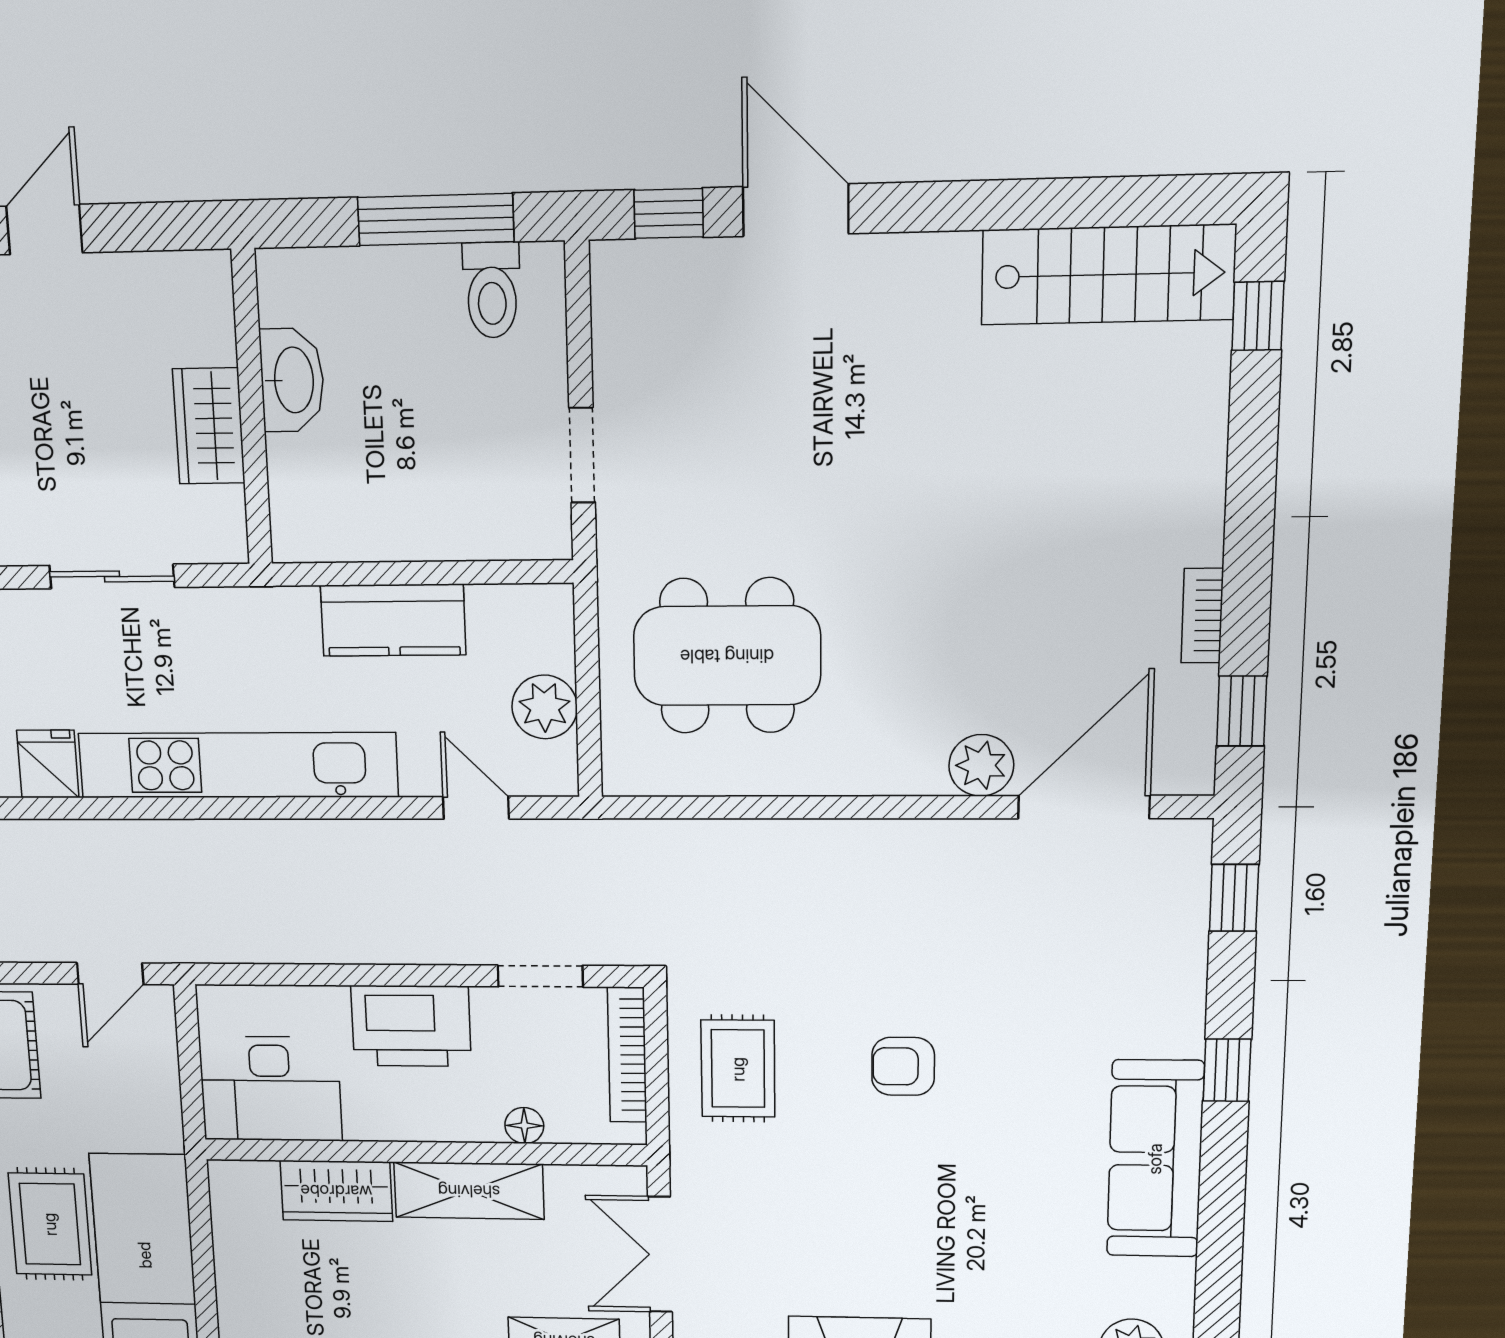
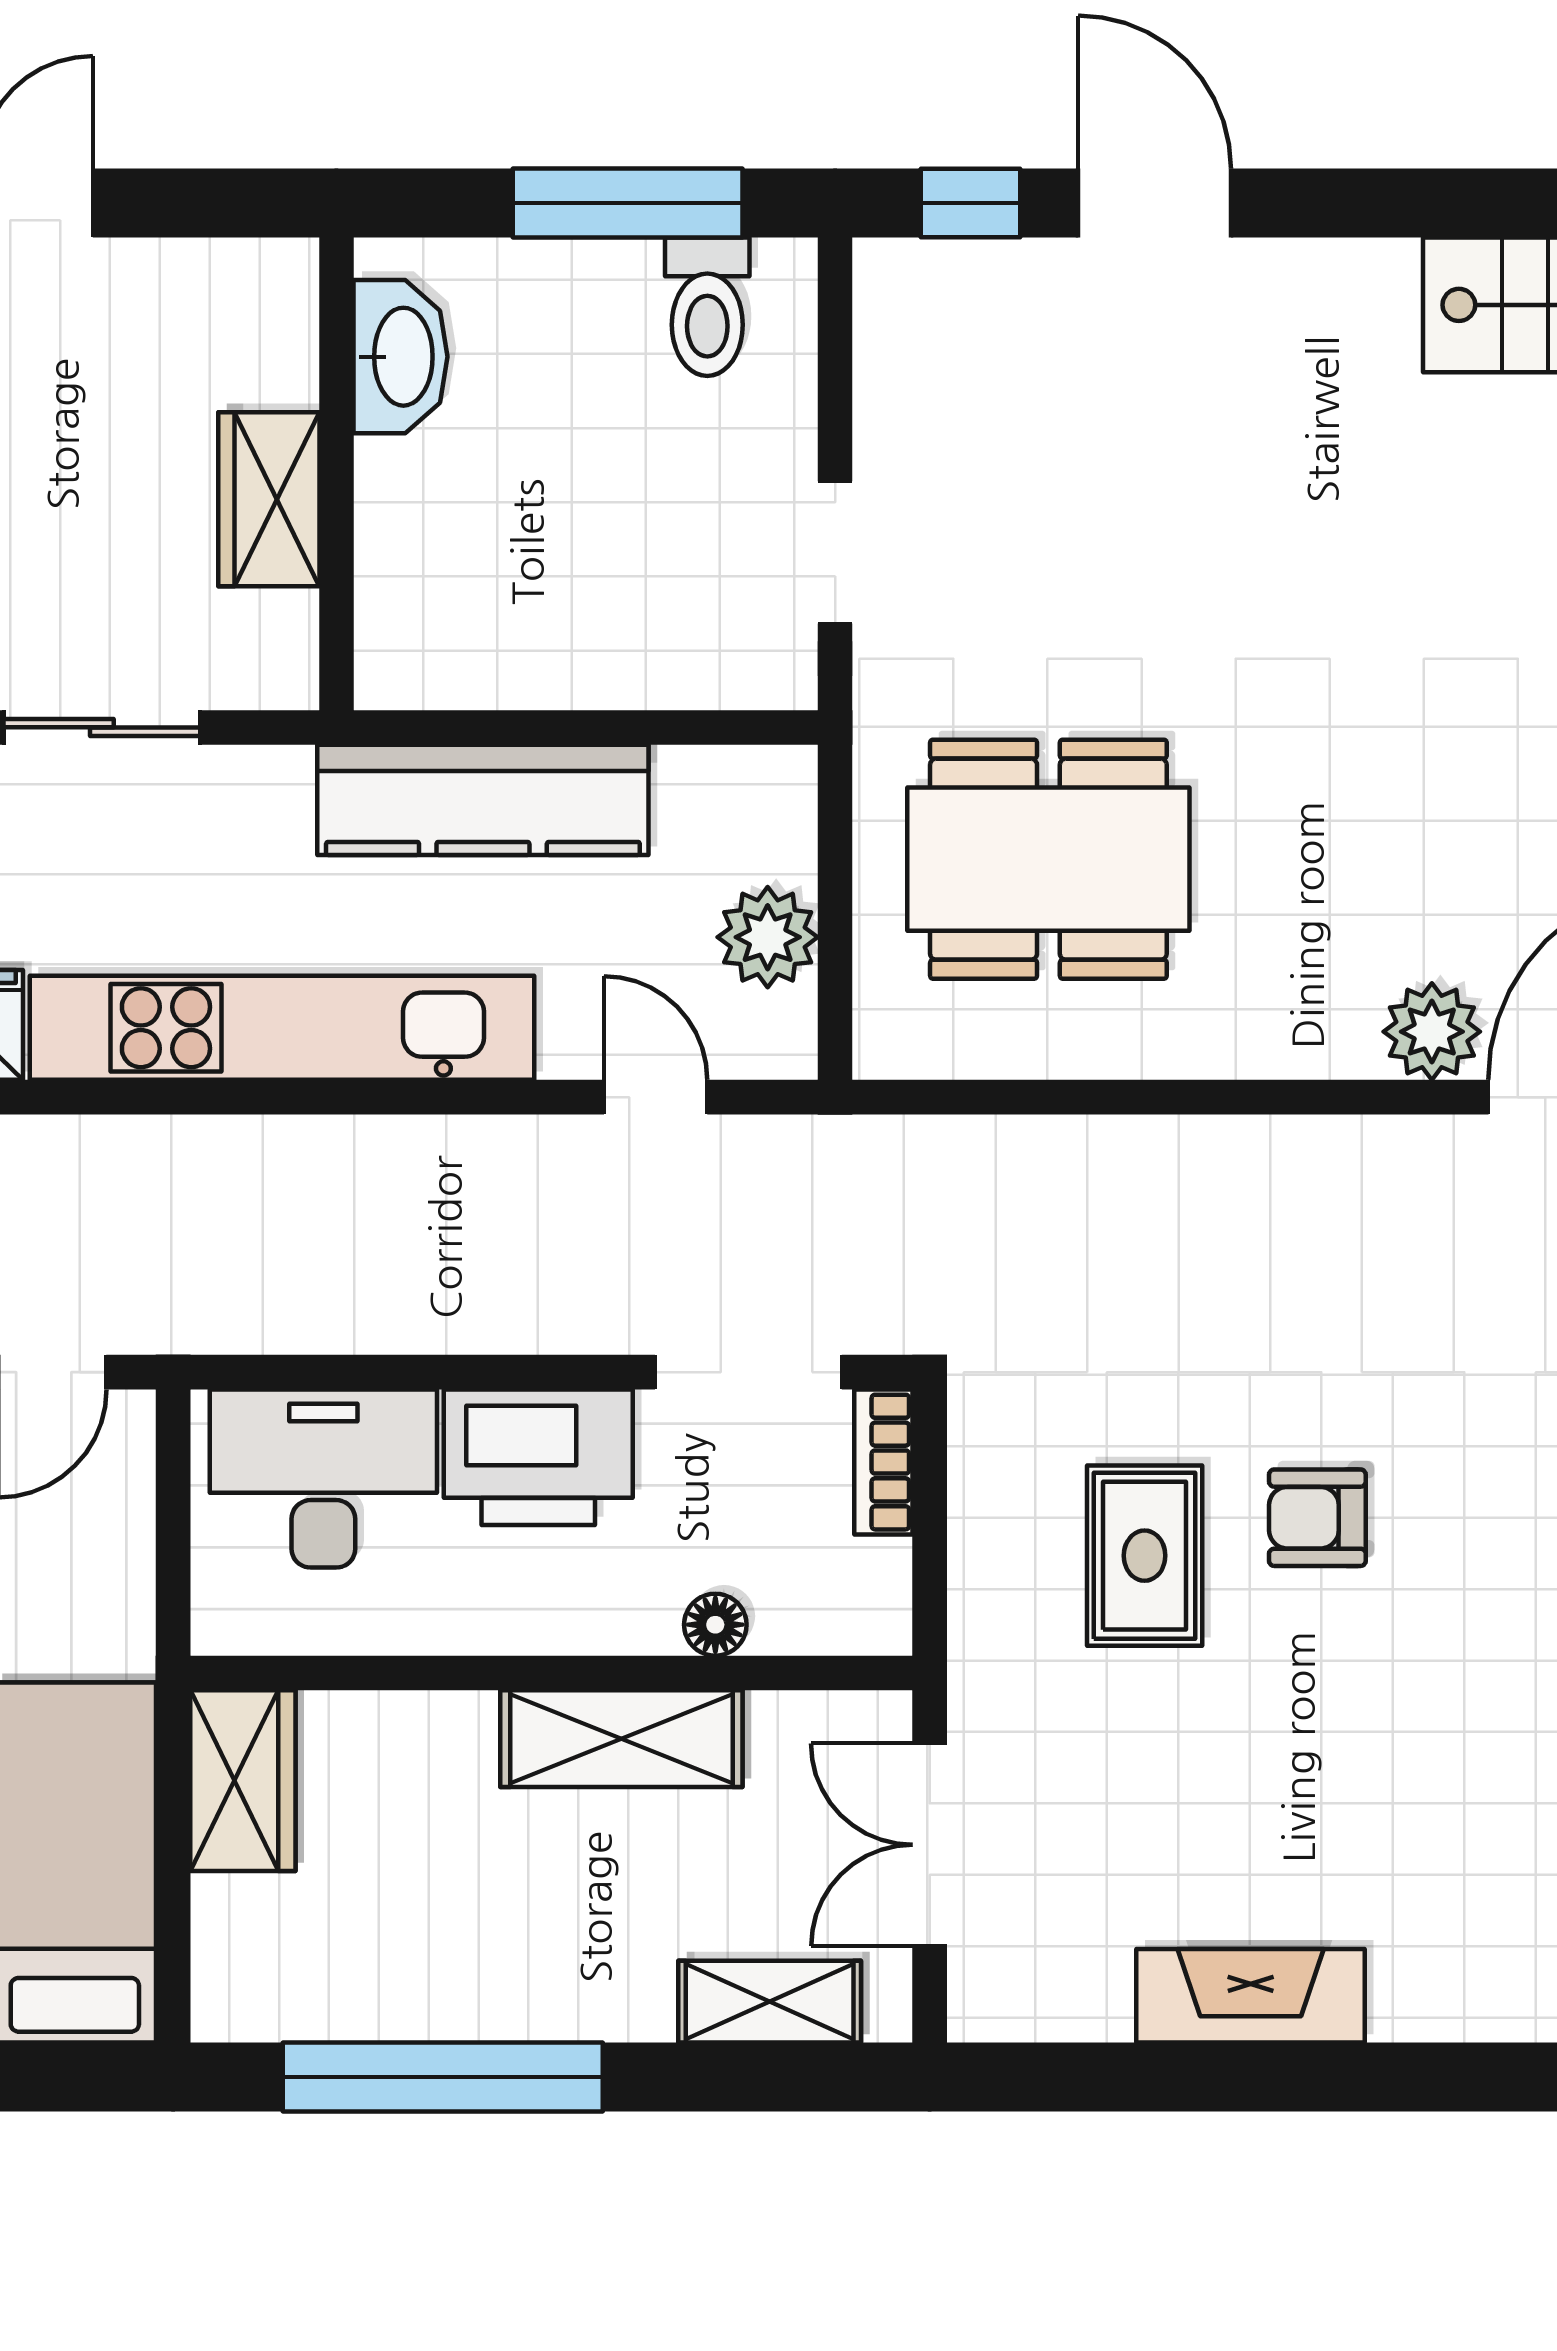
washbasin: (292, 380) -> (401, 357), moved
kitchen counter: (393, 620) -> (483, 800), width x1.50
doorway: (540, 976) -> (748, 1372), width x1.38
bookcase: (627, 1055) -> (883, 1462), width x0.64
rug: (738, 1069) -> (1145, 1556), moved
desk: (271, 1089) -> (323, 1479), moved, turned 180
wardrobe: (336, 1191) -> (243, 1781), moved, turned -90

